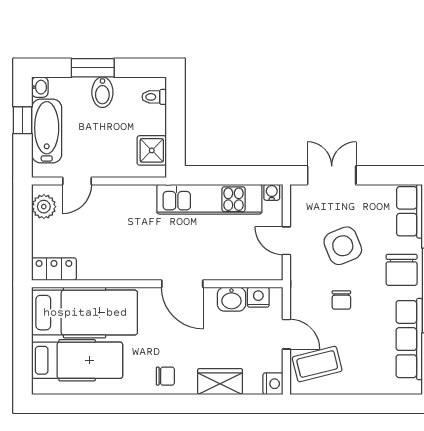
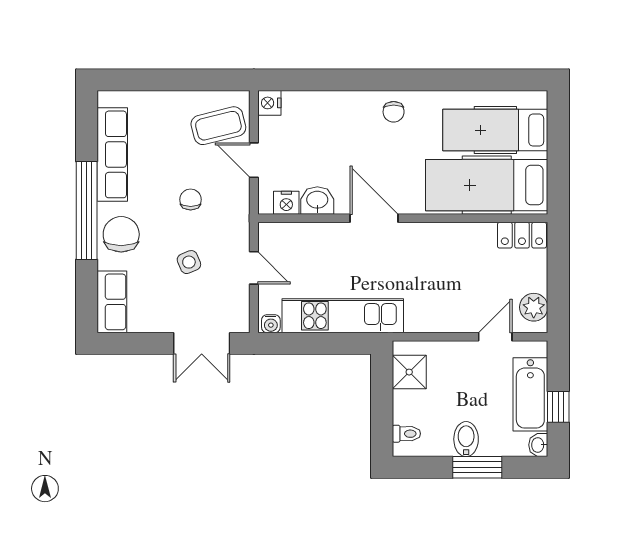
side table: (343, 246) -> (189, 262), width x0.54, depth x0.54
chair: (165, 376) -> (394, 112), turned -90
wardrobe: (220, 382) -> (330, 105), removed

